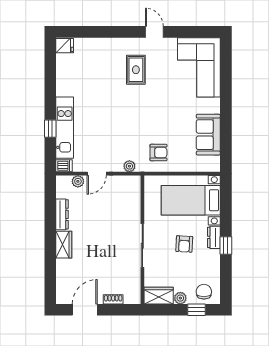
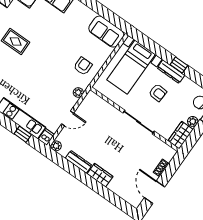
window: (50, 129) -> (23, 134), moved
sofa: (208, 135) -> (106, 32), moved
door: (97, 174) -> (68, 118), hinge flipped
plant: (78, 181) -> (56, 146), moved
dresser: (214, 237) -> (171, 72), width x1.44

